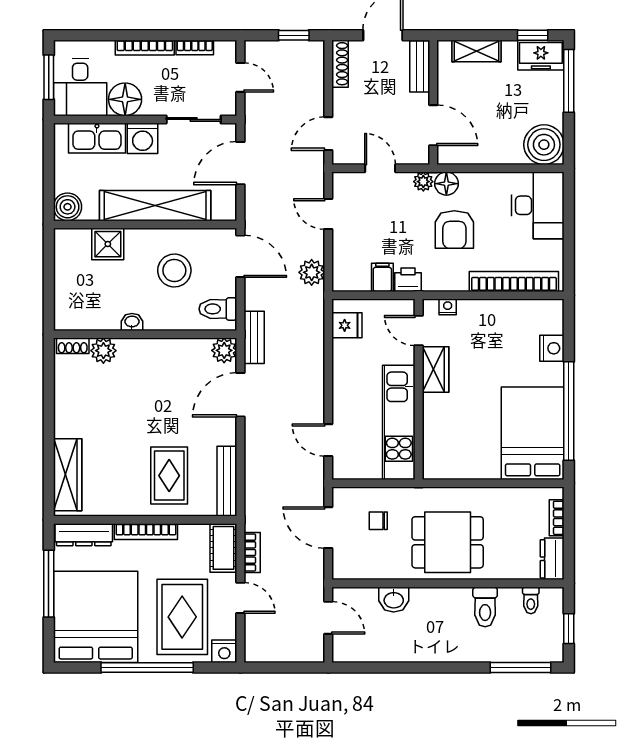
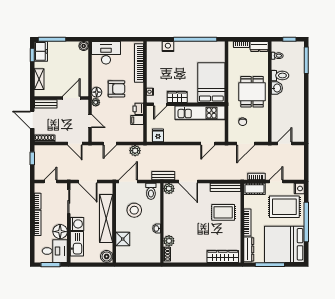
boiler: (544, 145) -> (84, 46), width x0.54, depth x0.54
door: (380, 168) -> (90, 121), swing flipped
bed: (533, 433) -> (211, 83), moved, turned 90
washbasin: (394, 600) -> (277, 88), moved

